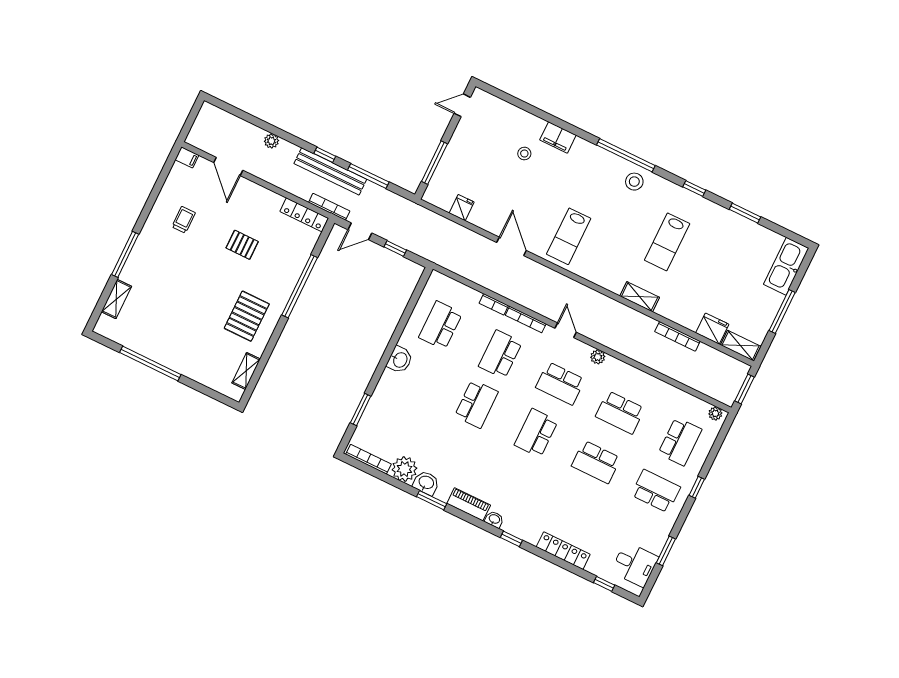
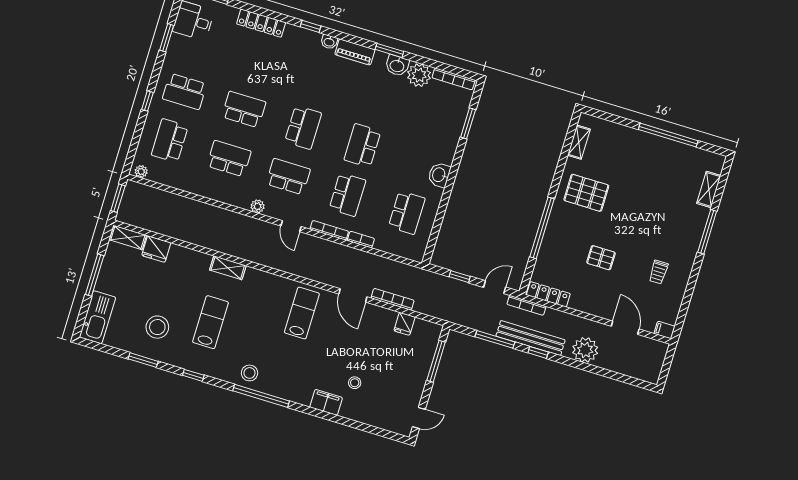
plant: (271, 141) -> (585, 350), width x1.87, depth x1.87
stool: (724, 246) -> (157, 327), added
pallet: (247, 316) -> (586, 193), turned 90
bookcase: (677, 336) -> (393, 299), moved

